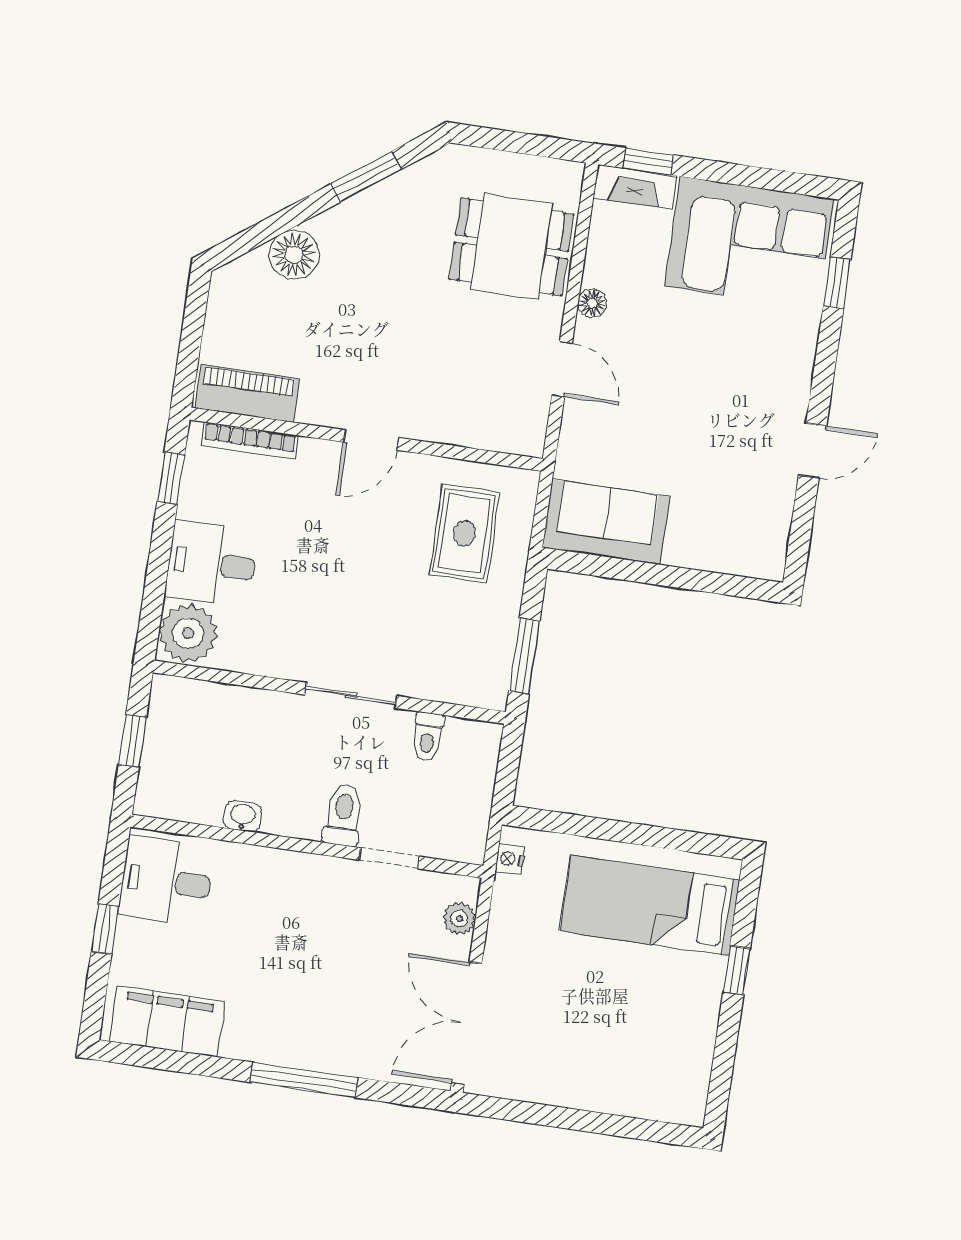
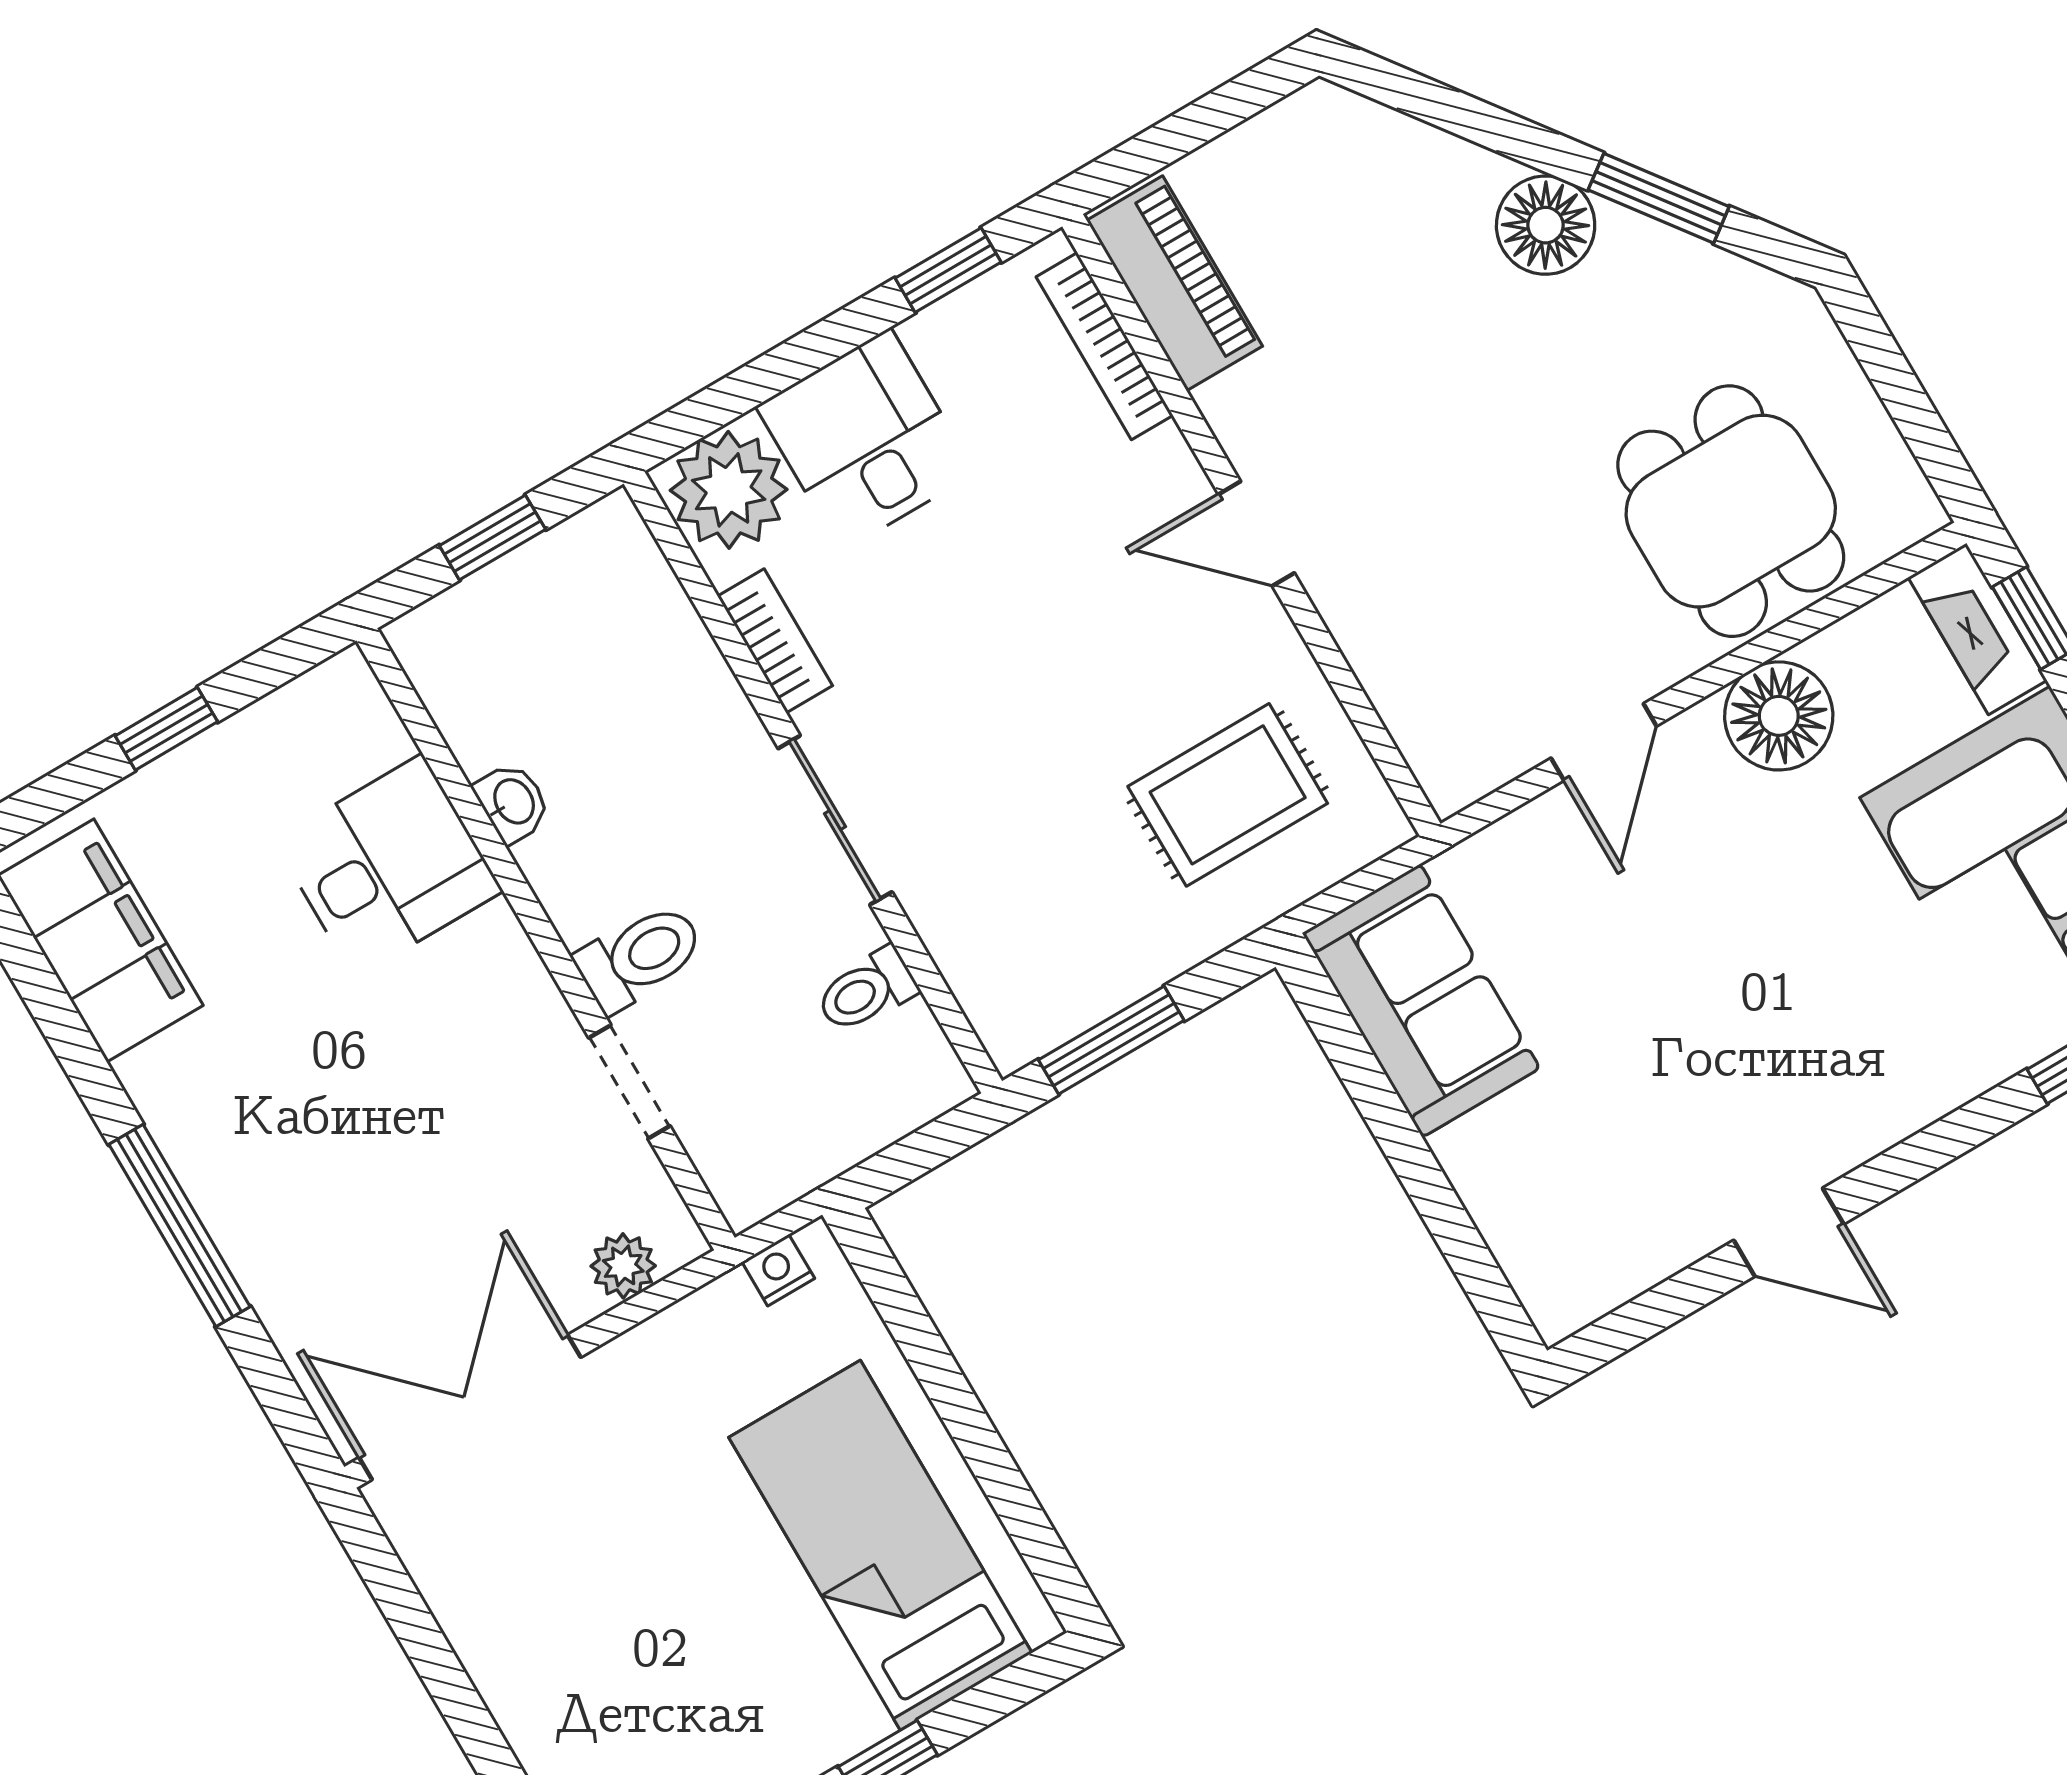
floor lamp: (294, 255) -> (1546, 225), moved
floor lamp: (592, 303) -> (1779, 716), width x1.89, depth x1.89
bookcase: (262, 662) -> (775, 641), added
desk: (166, 881) -> (388, 866), moved, turned 90

